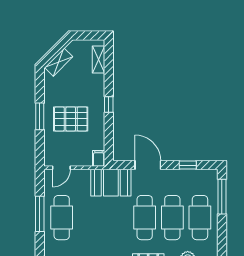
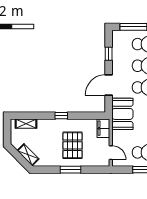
filing cabinet: (99, 158) -> (103, 128), width x2.00

